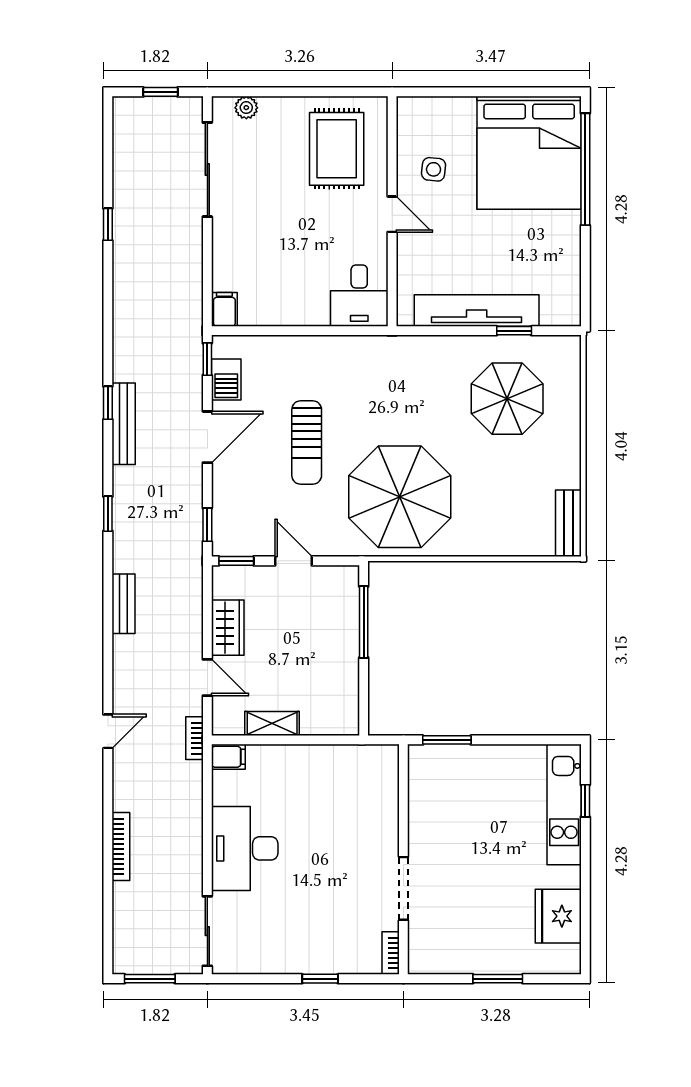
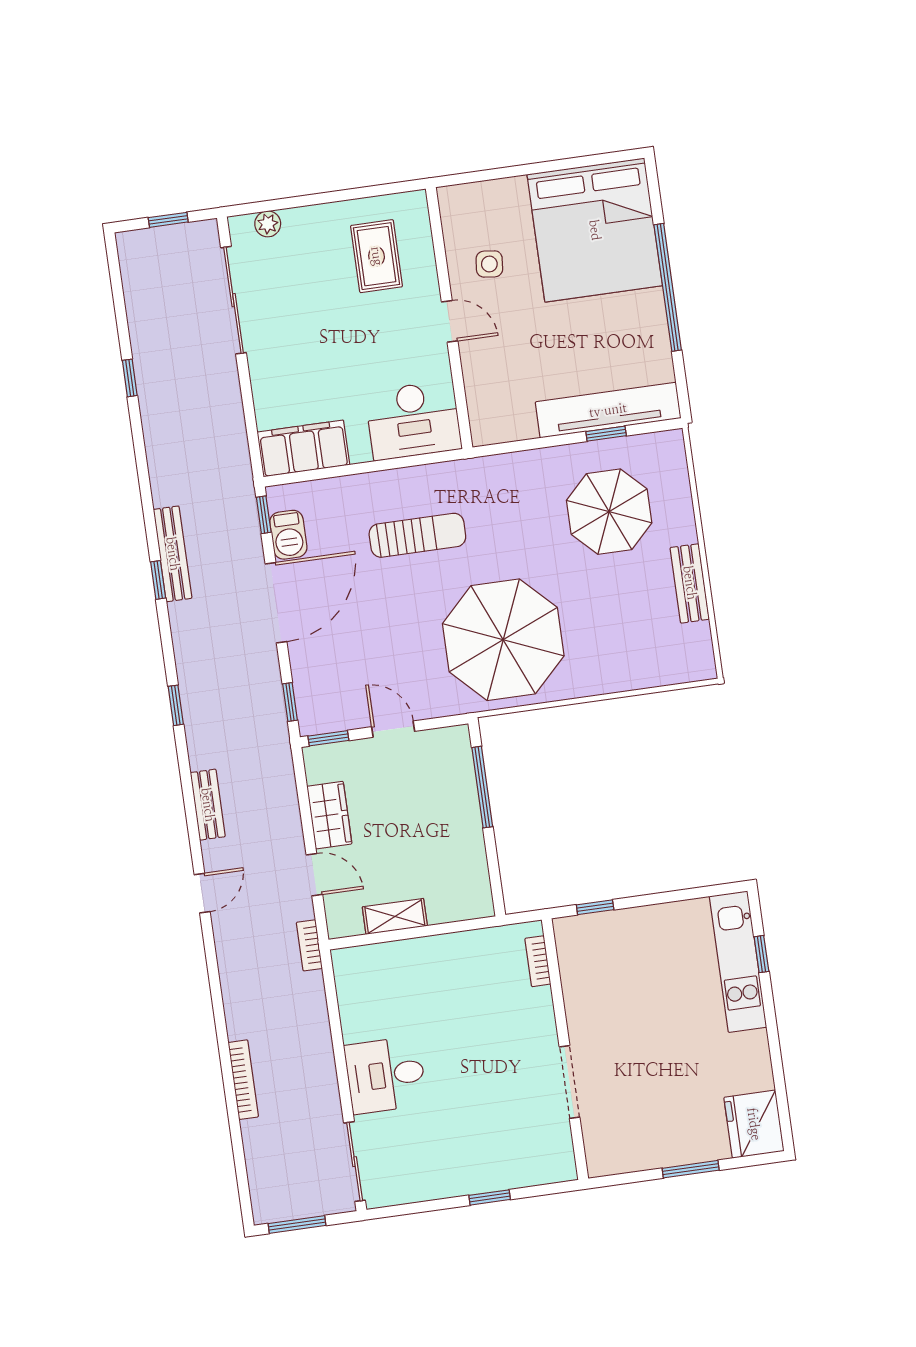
rug: (337, 149) -> (377, 256), width x0.73, depth x0.70
window: (585, 169) -> (668, 287), moved
desk: (359, 296) -> (413, 420), width x1.37
filing cabinet: (224, 309) -> (303, 448), width x3.00, depth x1.17
tv unit: (477, 310) -> (608, 410), moved
bench: (124, 424) -> (173, 554), moved
door: (207, 437) -> (276, 603), width x1.36
sun lounger: (307, 443) -> (417, 535), moved, turned -90
bench: (568, 523) -> (690, 583), moved
door: (108, 731) -> (202, 893), moved
window: (447, 740) -> (595, 907), width x0.67
filing cabinet: (228, 757) -> (351, 961), removed
desk: (245, 848) -> (386, 1075), width x0.73
fridge: (558, 916) -> (754, 1124), moved
bookcase: (391, 953) -> (538, 961), moved

